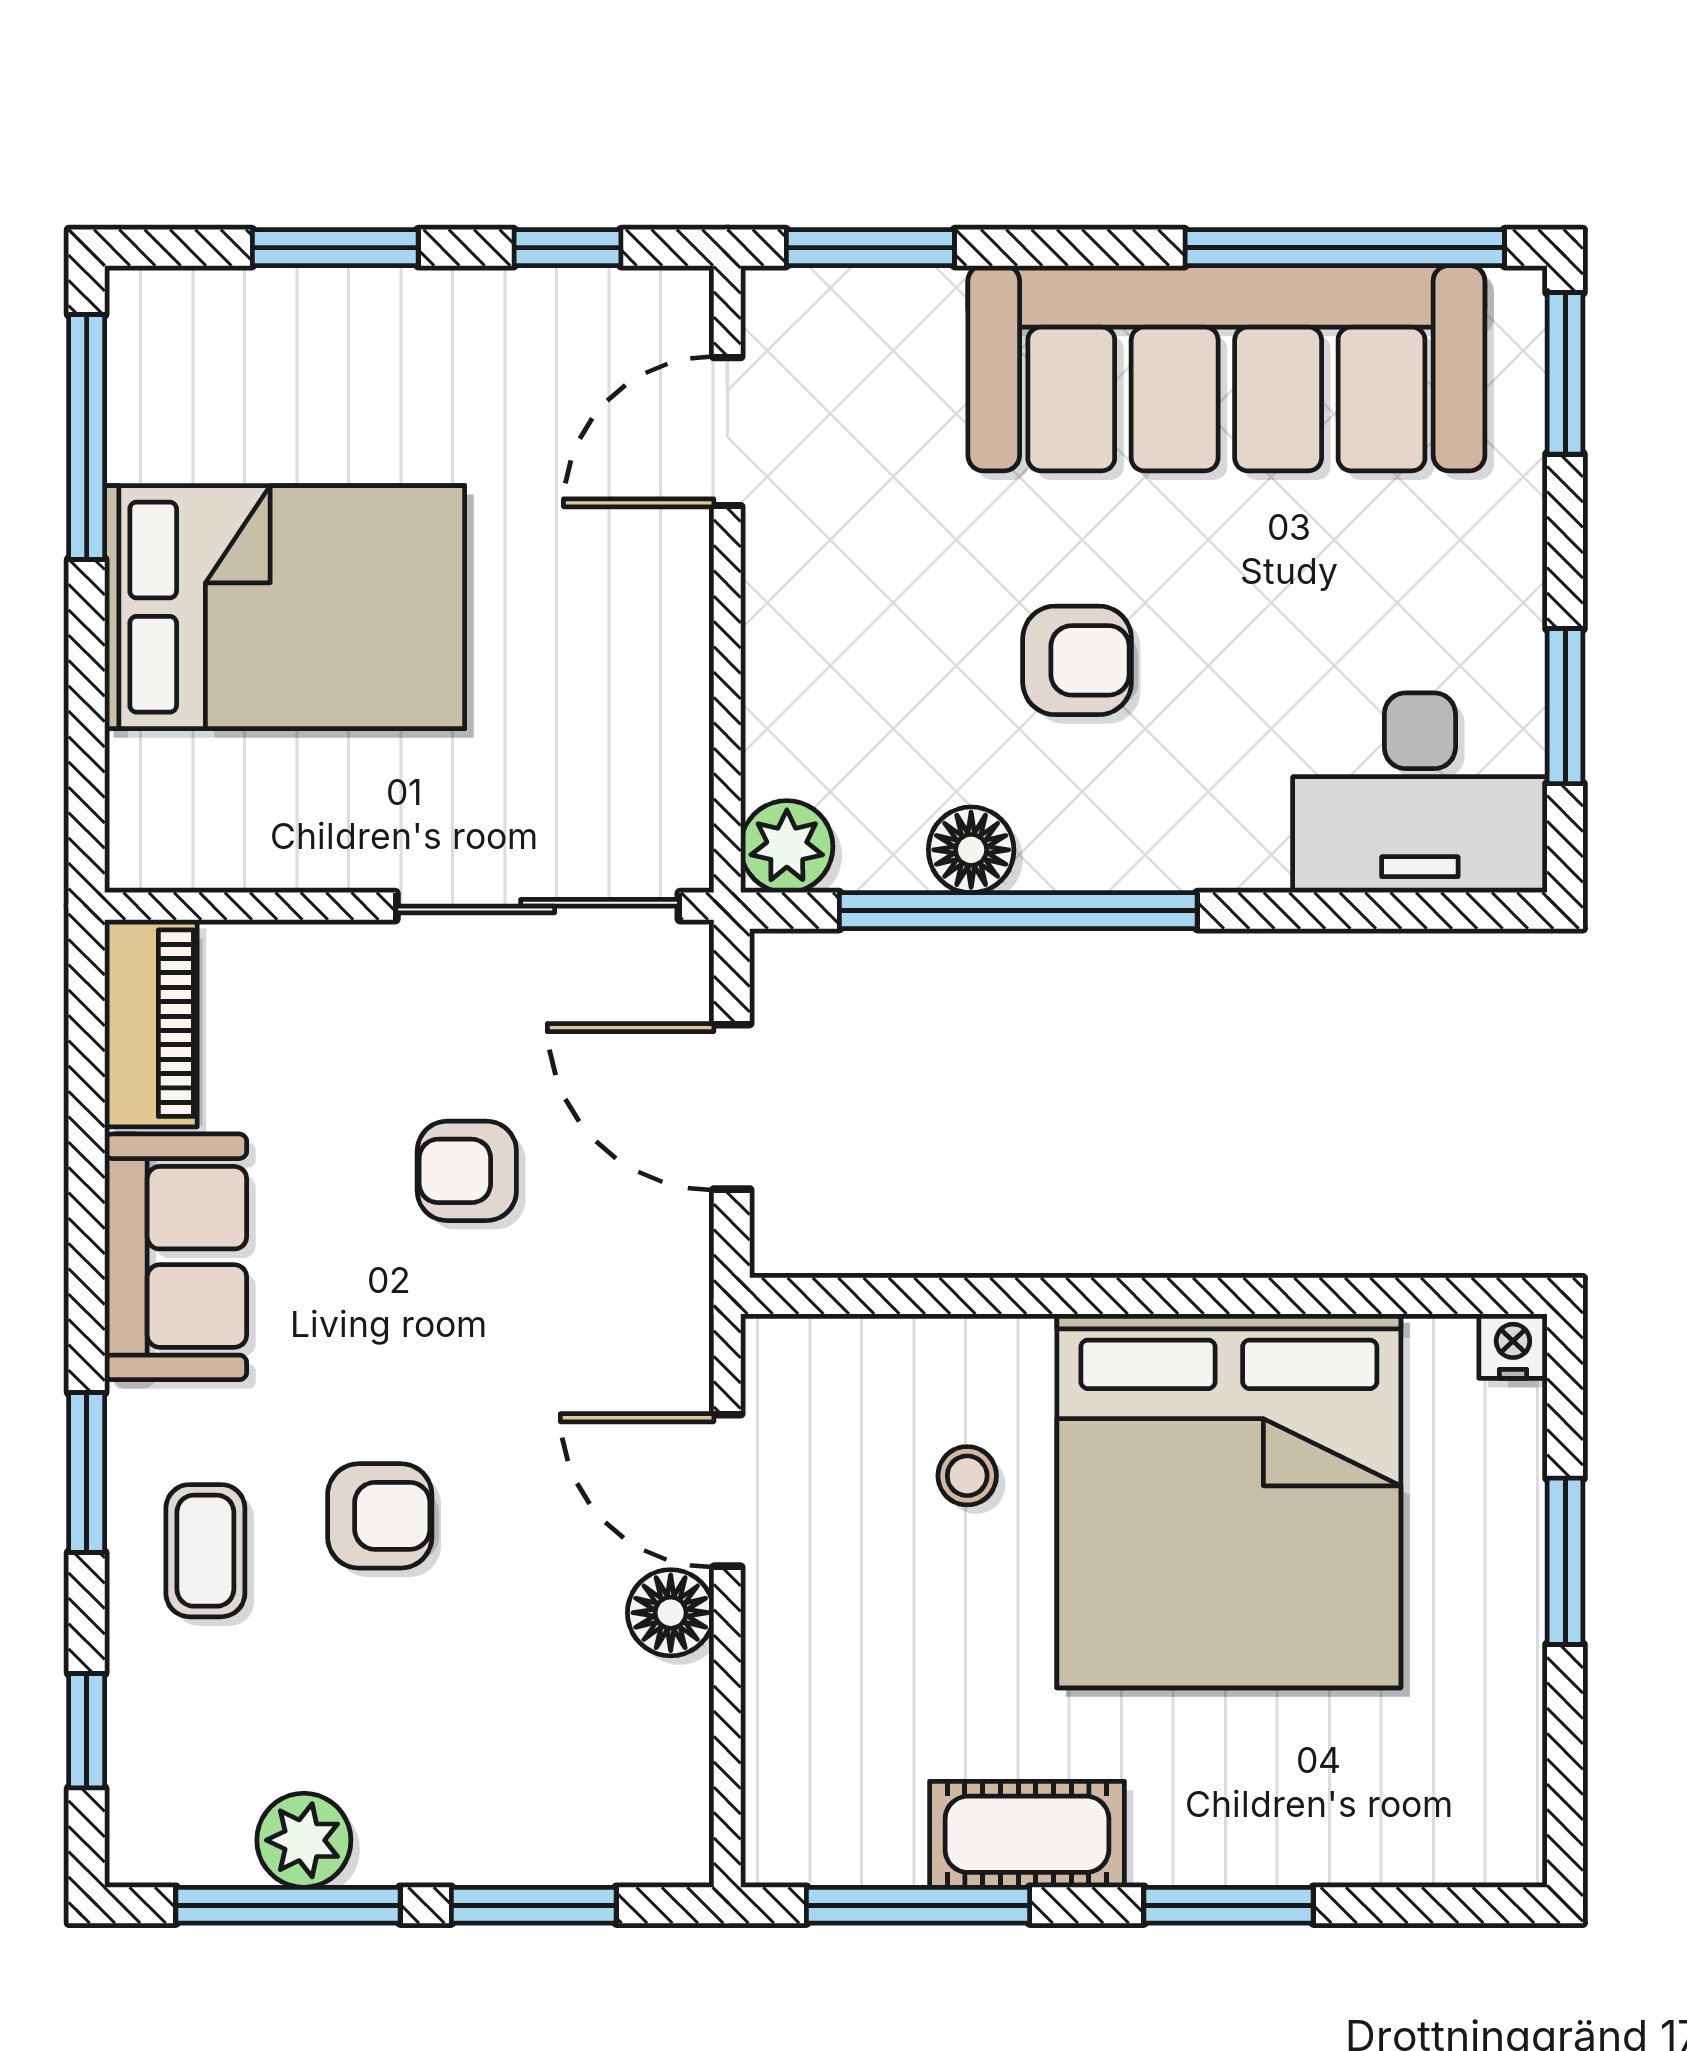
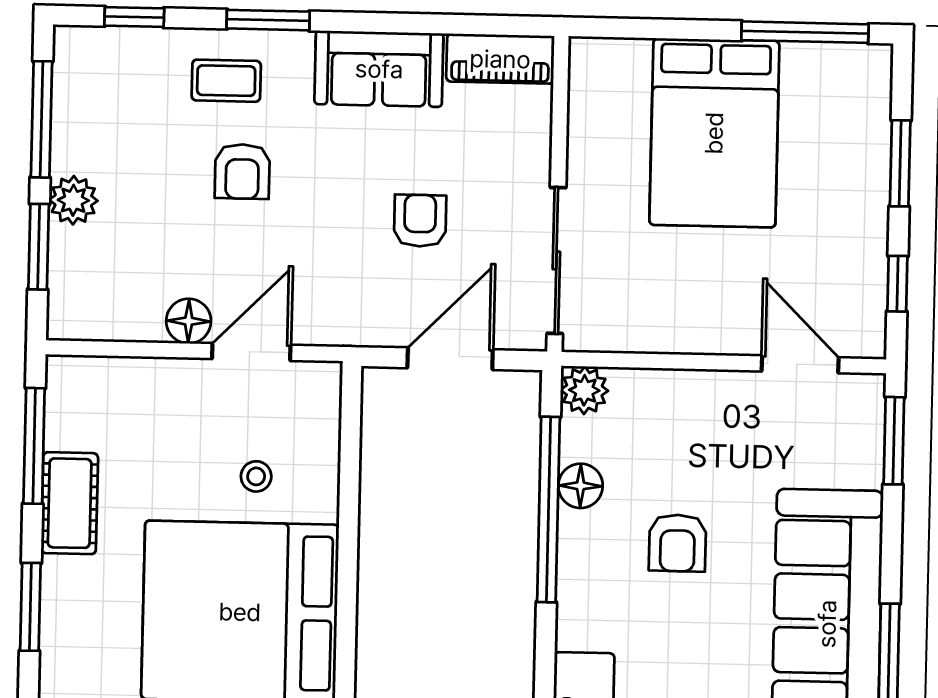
plant: (304, 1840) -> (73, 200), moved

